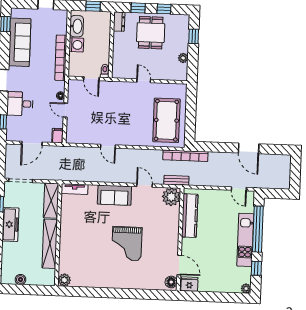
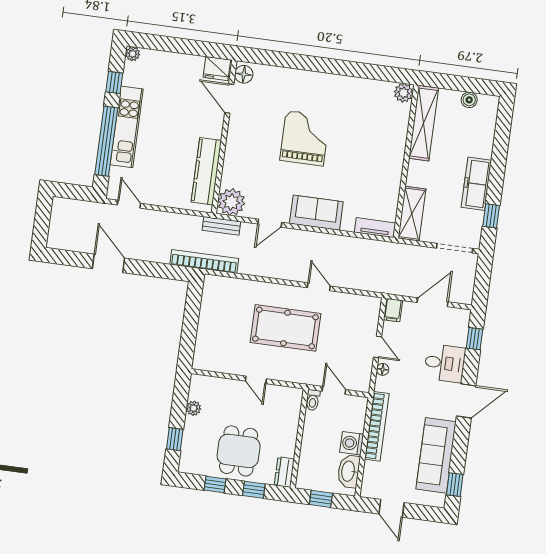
pool table: (166, 120) -> (285, 328), moved, turned 90
door: (145, 185) -> (270, 223), hinge flipped
shelving: (50, 244) -> (424, 123), moved

